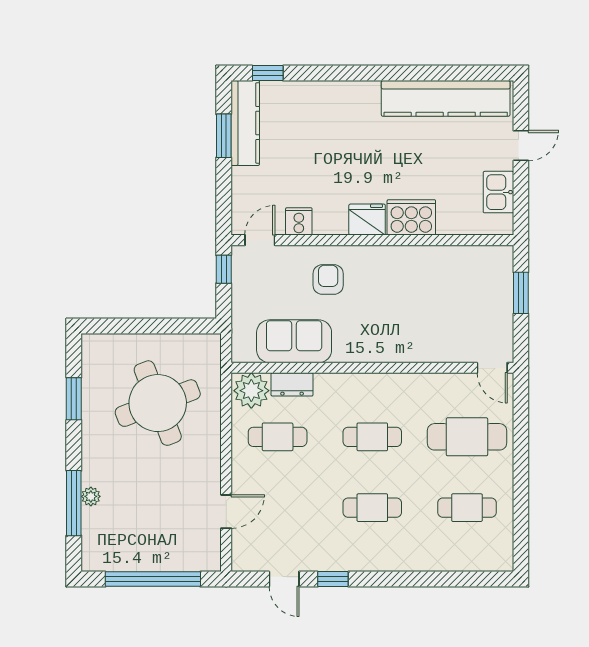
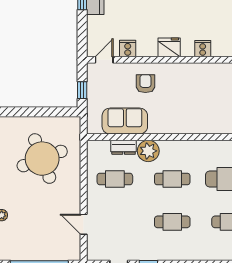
cooker: (411, 217) -> (203, 49), width x0.53, depth x0.76
window: (224, 269) -> (82, 90), moved
plant: (251, 391) -> (148, 151), moved
door: (226, 512) -> (84, 224), swing flipped

